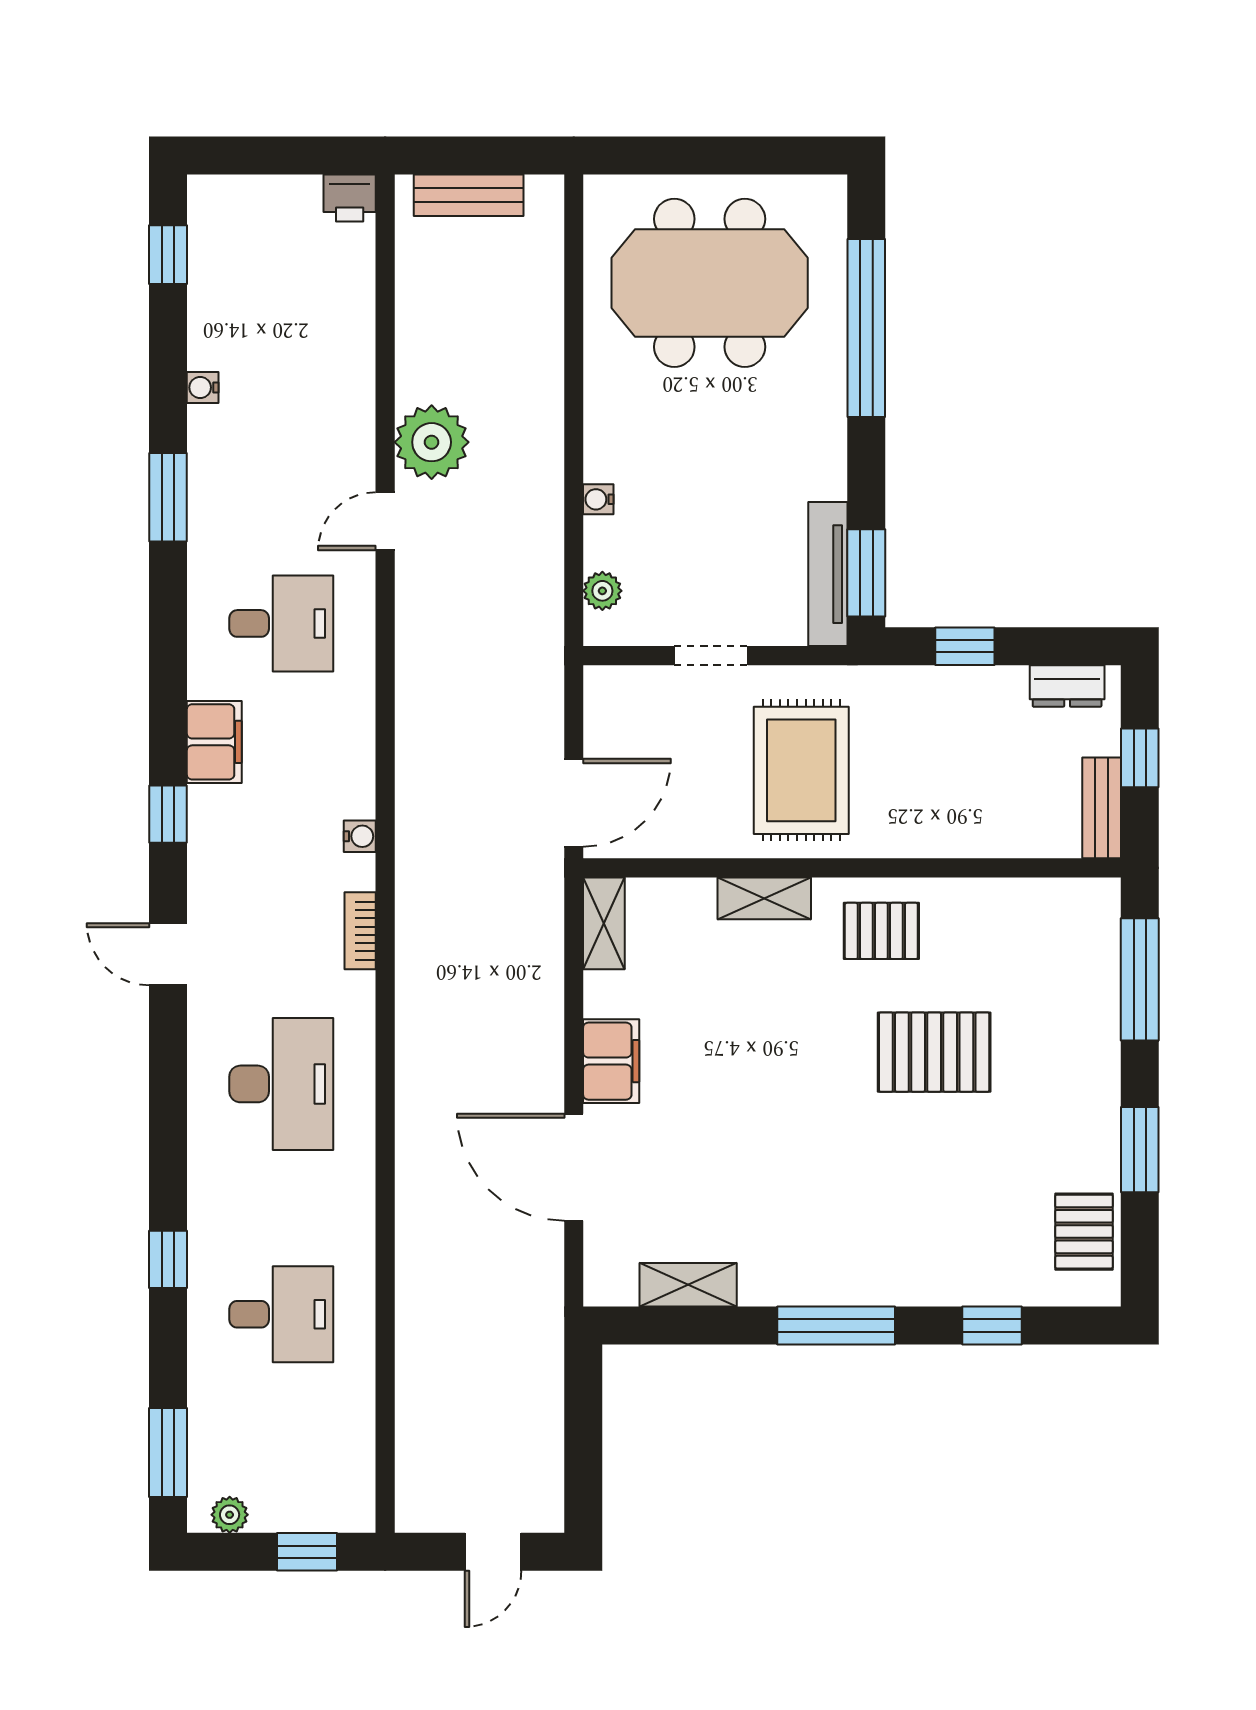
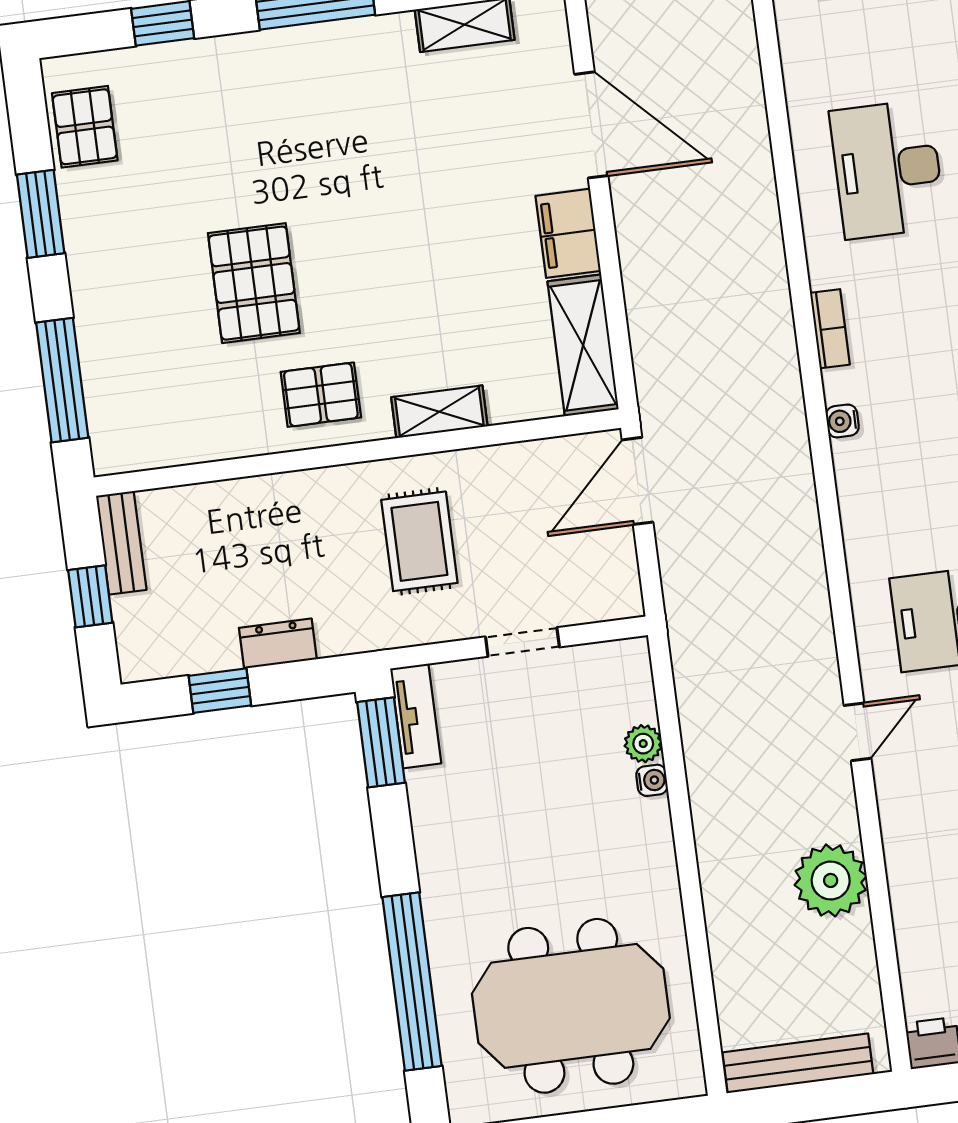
bench: (469, 195) -> (798, 1063), width x1.36
plant: (432, 442) -> (831, 880), moved
tv unit: (828, 574) -> (416, 716), width x0.71
plant: (602, 591) -> (643, 744), moved
window: (965, 646) -> (220, 691), moved
dresser: (1067, 686) -> (278, 644), moved
rug: (801, 770) -> (419, 541), width x0.73, depth x0.70
shelving: (604, 923) -> (583, 345), width x1.50, depth x1.33
pallet: (934, 1052) -> (254, 283), turned 90

